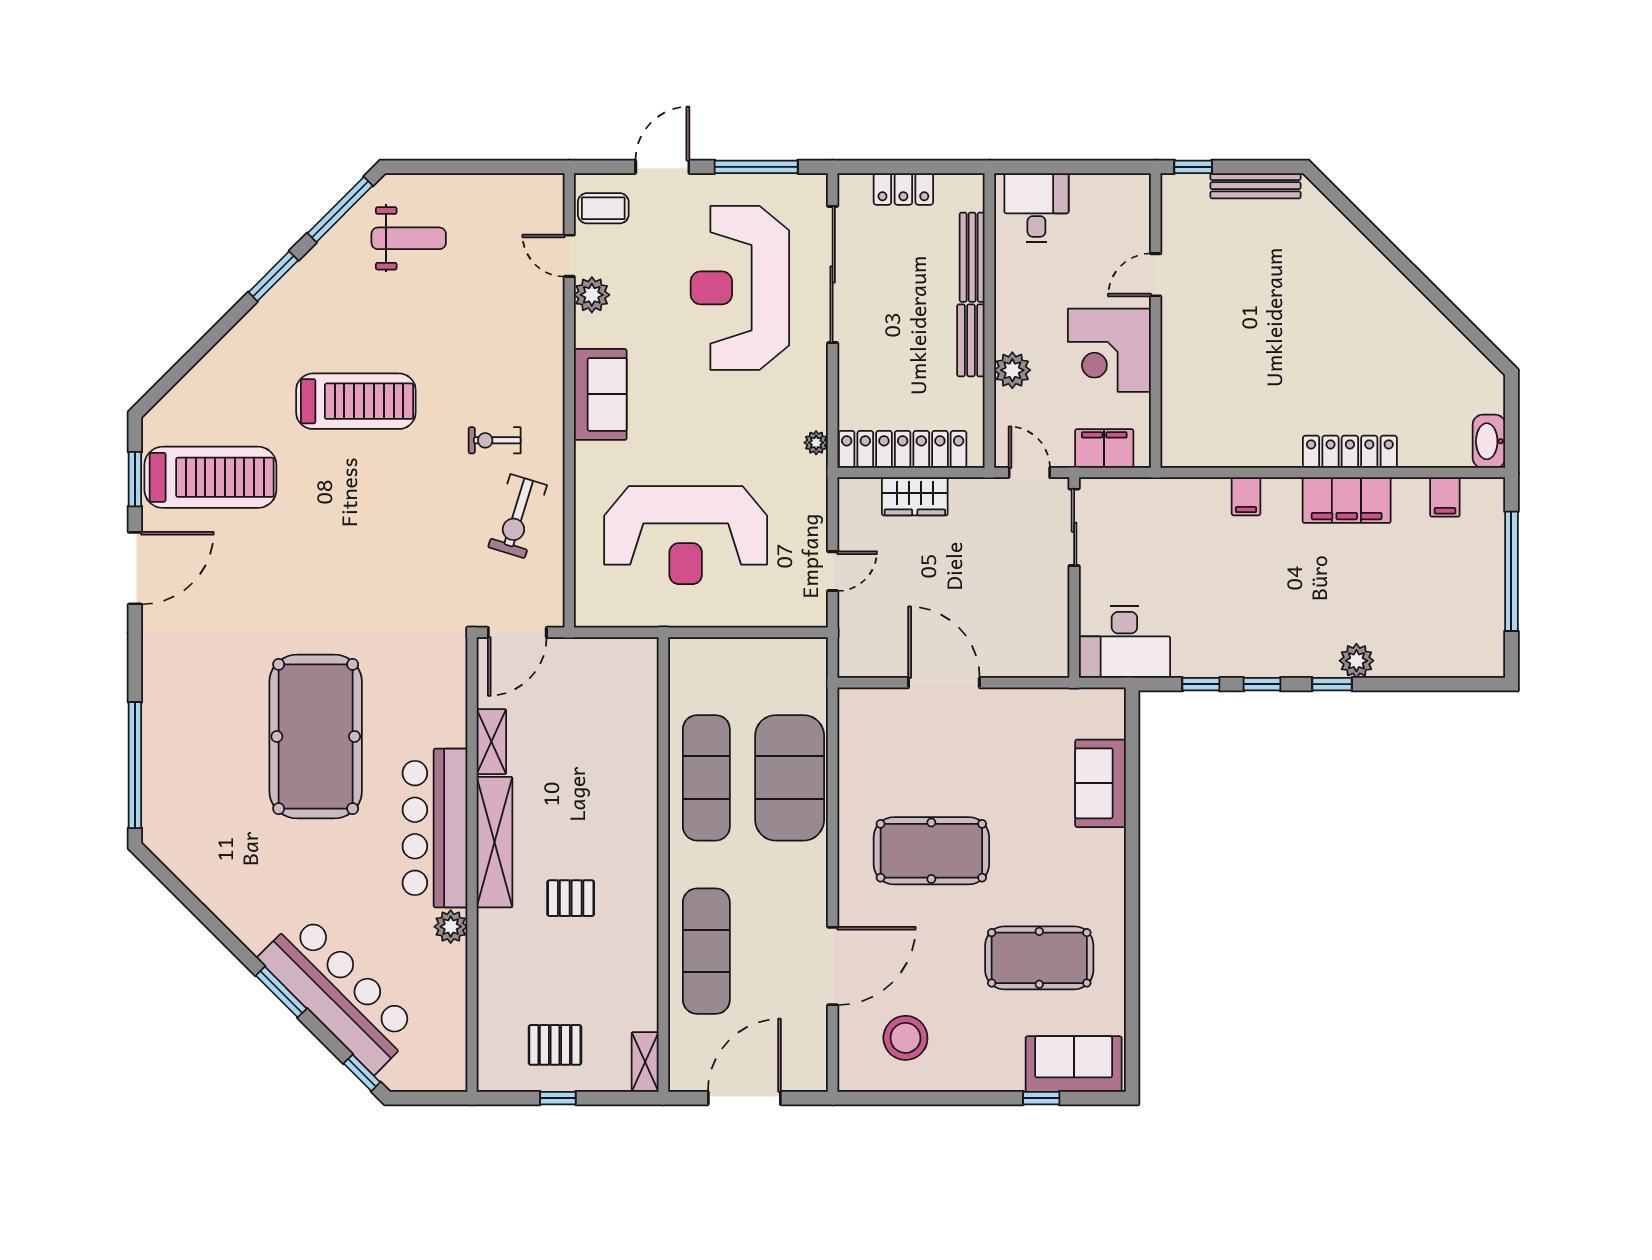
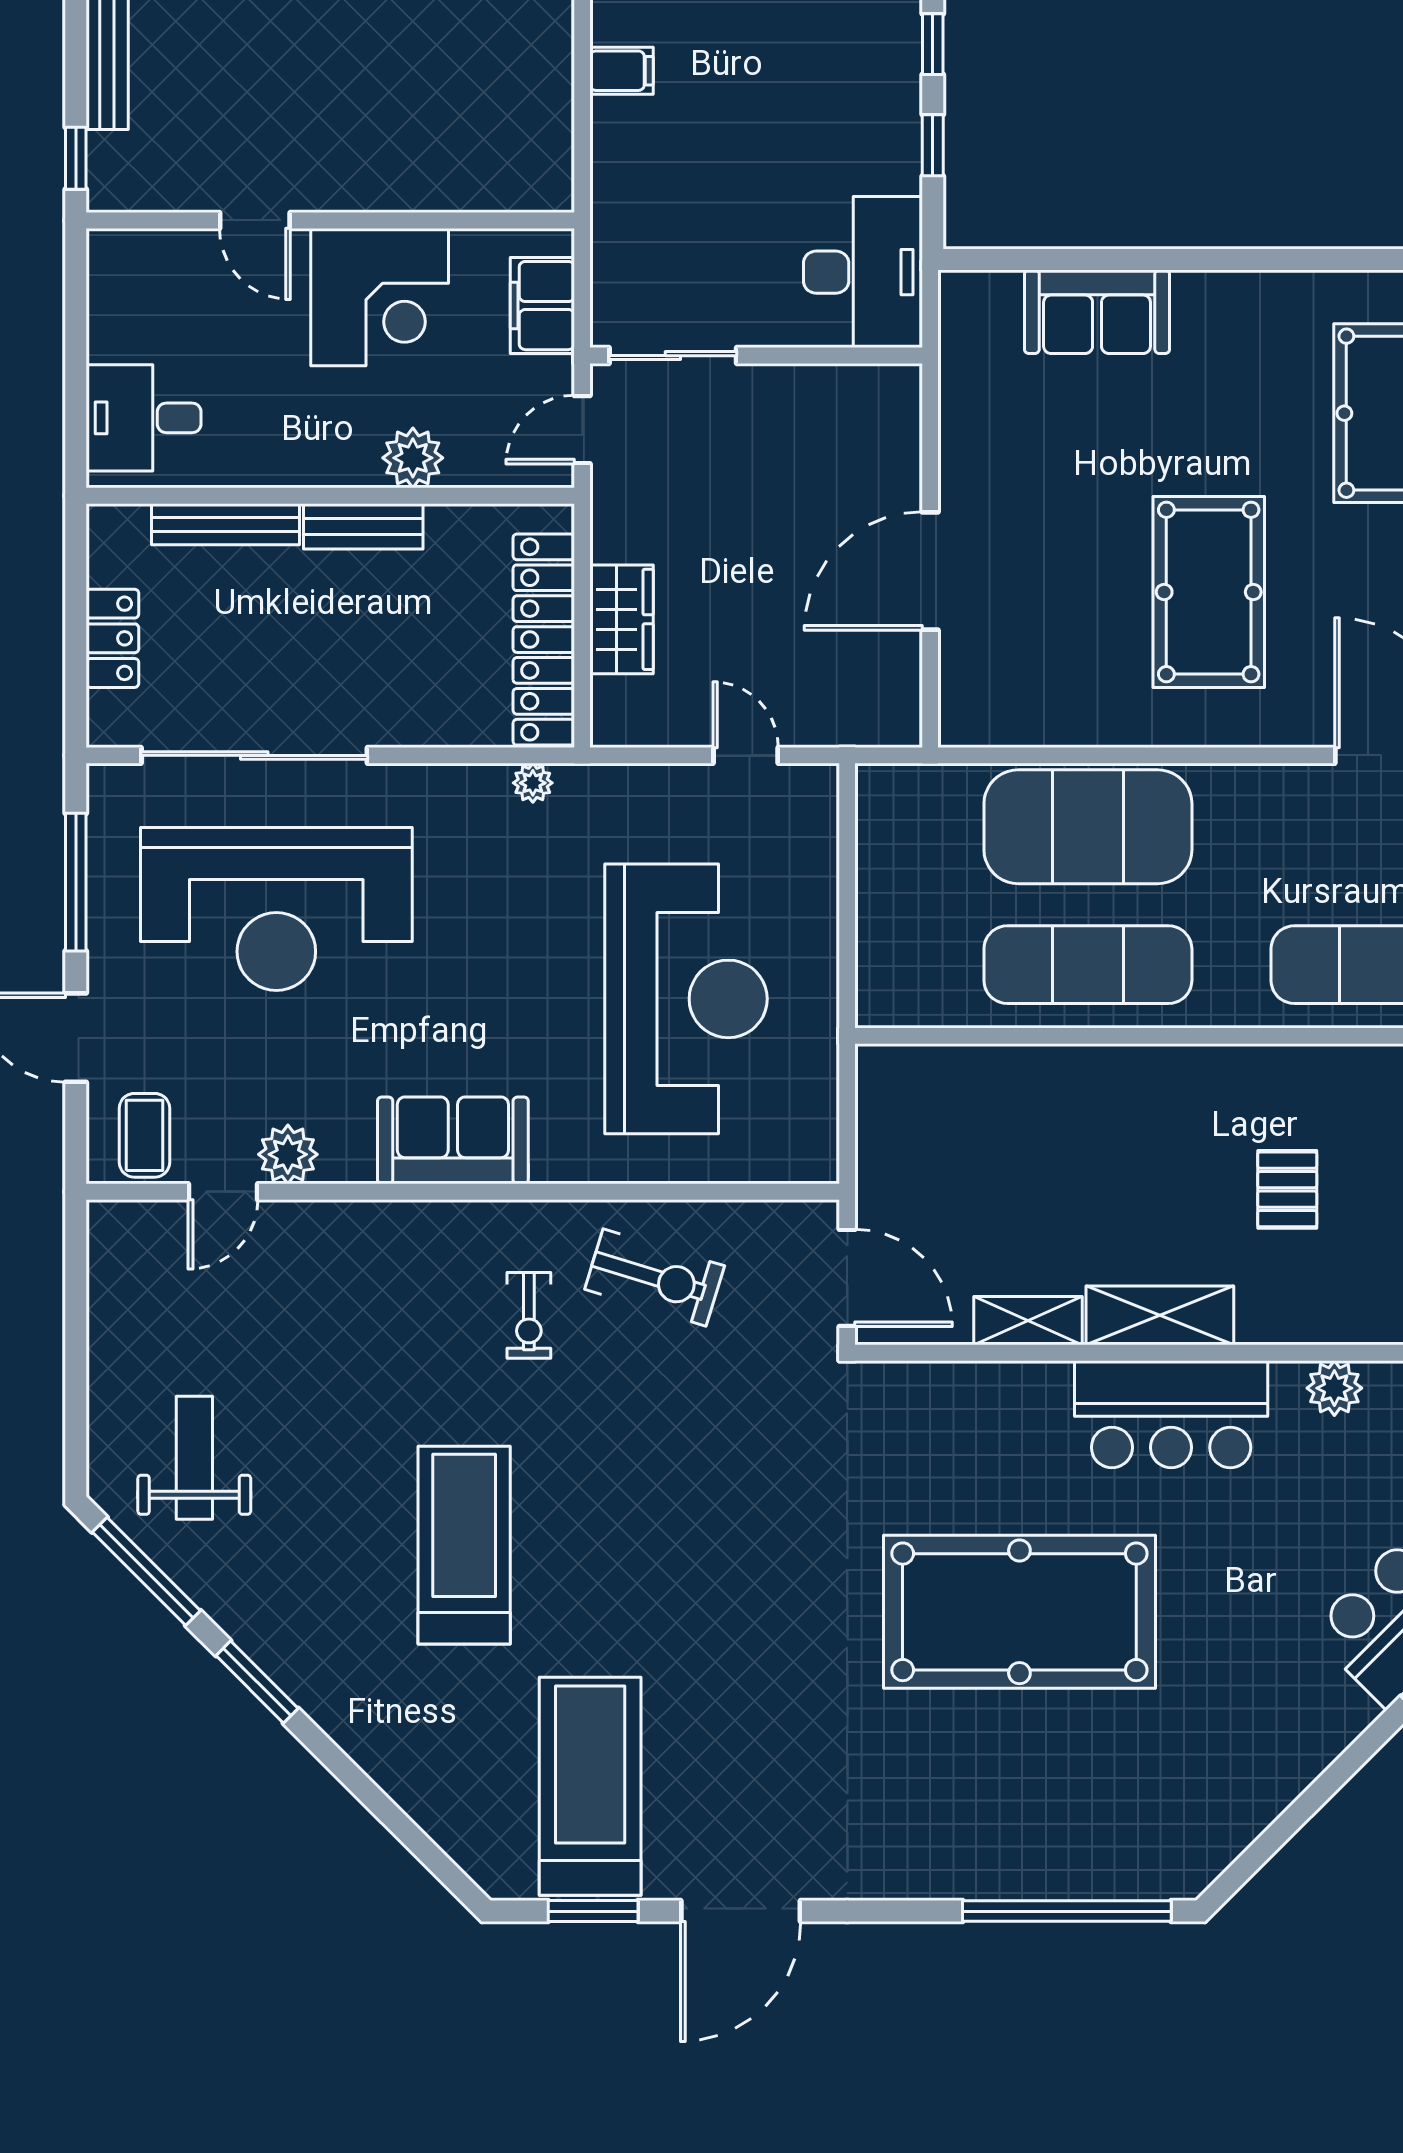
door: (135, 568) -> (741, 1911), swing flipped
bar counter: (435, 828) -> (1171, 1414), width x0.73
shelving: (495, 842) -> (1160, 1315), width x0.68

